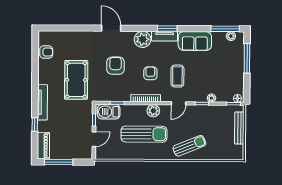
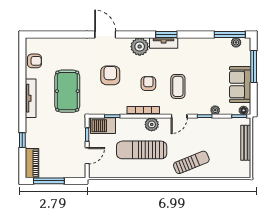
sofa: (195, 41) -> (240, 85), moved, turned 90
tv unit: (42, 102) -> (31, 98), moved
sun lounger: (144, 134) -> (142, 150), turned 180

